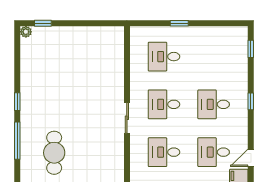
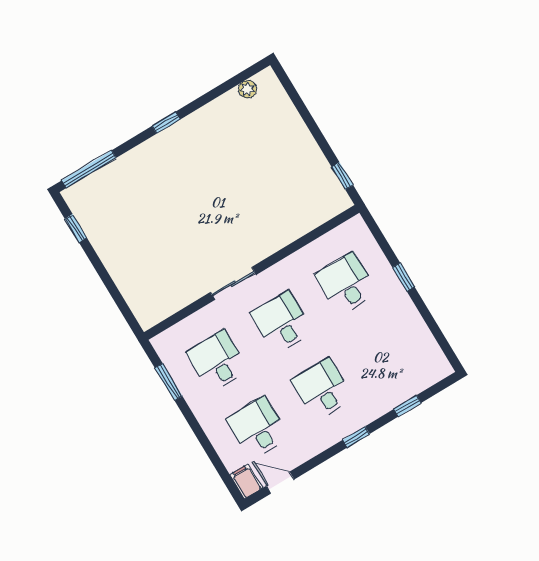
window: (43, 23) -> (342, 176), moved
plant: (26, 32) -> (248, 89), moved
window: (251, 49) -> (407, 406), moved
window: (17, 141) -> (89, 169), moved
cafe table: (54, 153) -> (127, 214), removed

